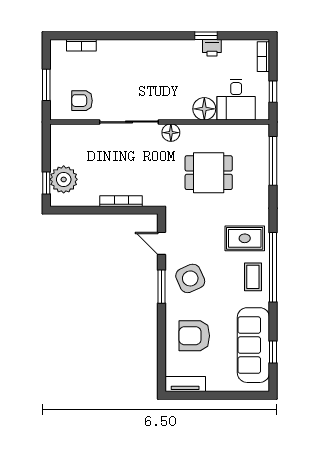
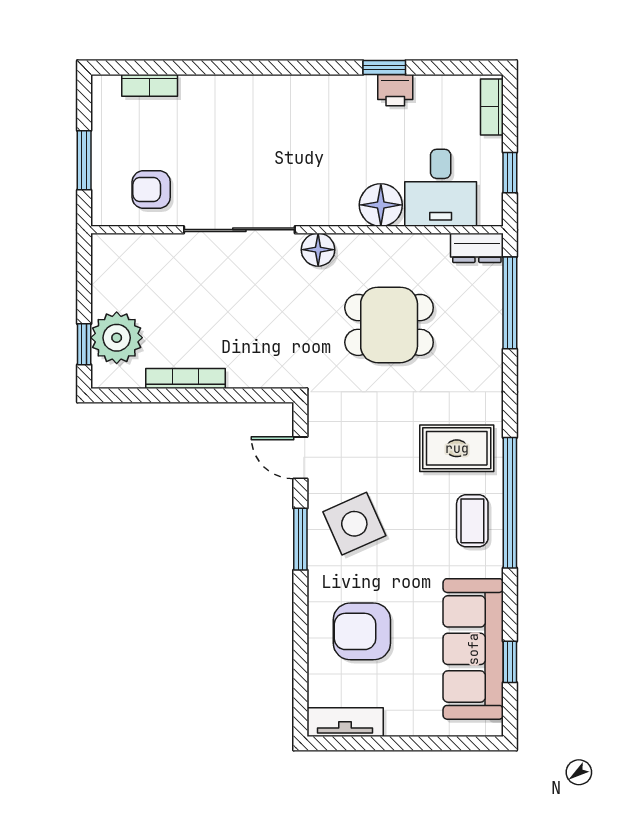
dresser: (255, 132) -> (477, 248), added
bookcase: (121, 201) -> (185, 378), moved

